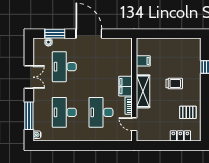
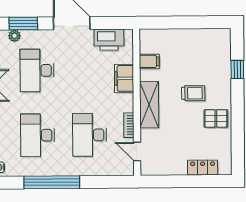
printer: (115, 45) -> (109, 40), added
filing cabinet: (125, 86) -> (124, 78), moved
pallet: (188, 112) -> (216, 118), moved
window: (74, 145) -> (52, 182), added

